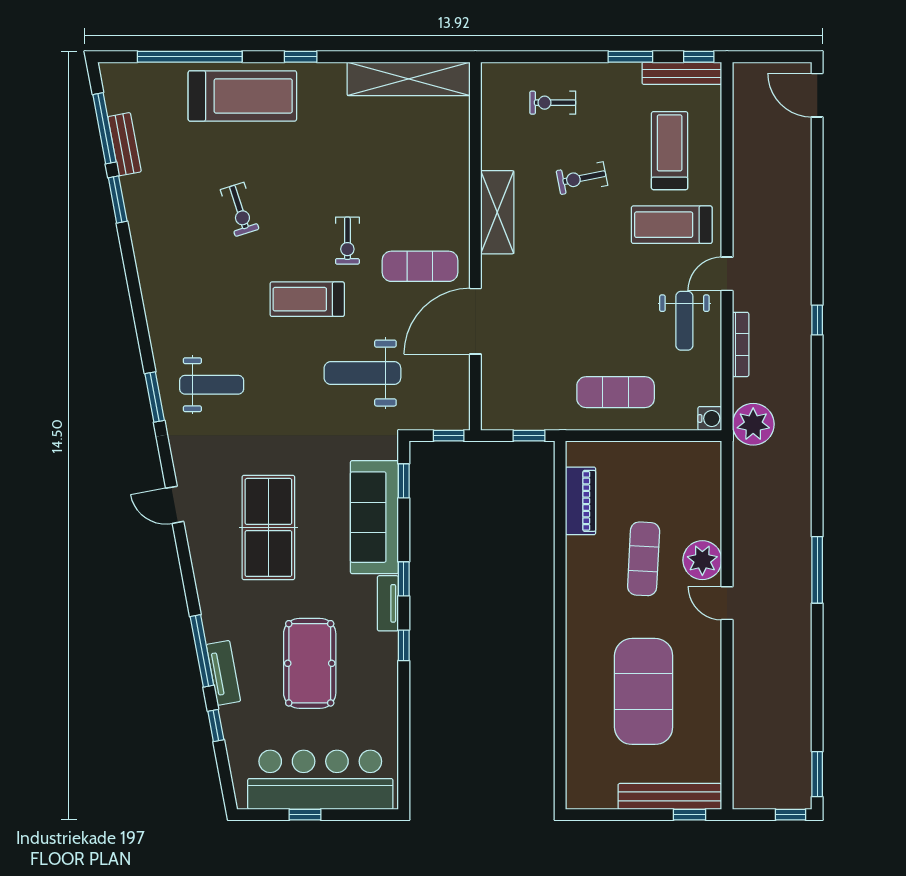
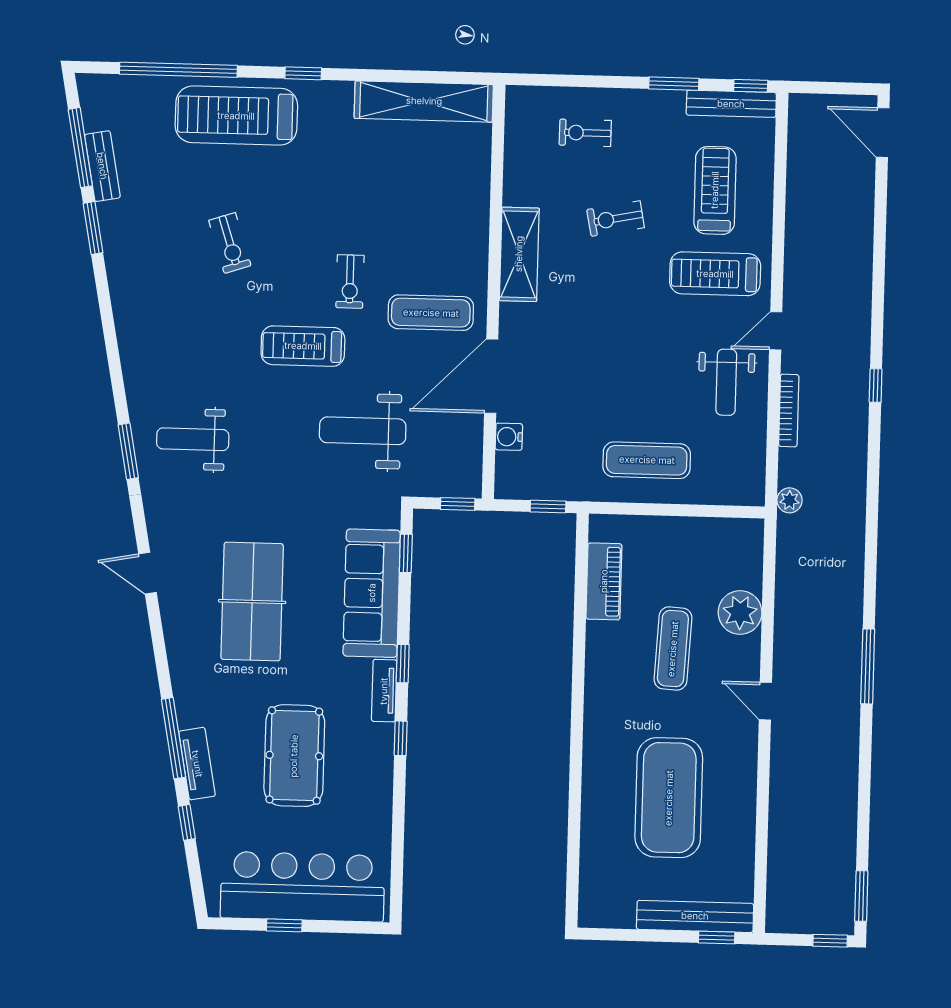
treadmill: (242, 96) -> (236, 116), turned 180
weight bench: (212, 385) -> (193, 439), turned 180
water cooler: (710, 418) -> (509, 437), moved, turned 180
plant: (753, 424) -> (789, 500), width x0.53, depth x0.53
plant: (702, 560) -> (740, 612), moved

